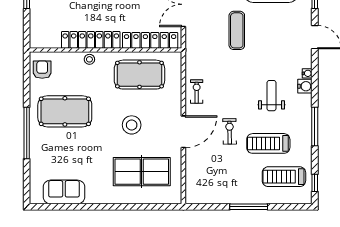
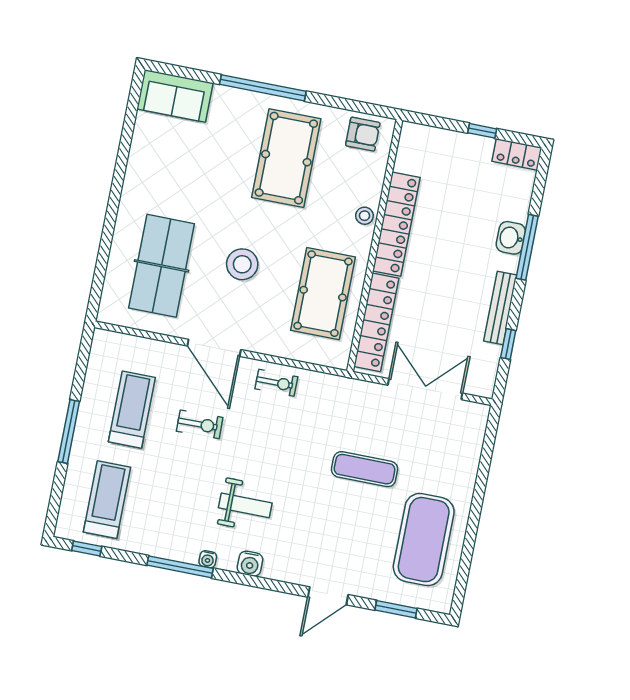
water cooler: (307, 73) -> (208, 559), moved
treadmill: (268, 143) -> (132, 410), moved
sofa: (64, 192) -> (175, 96), moved, turned 90

